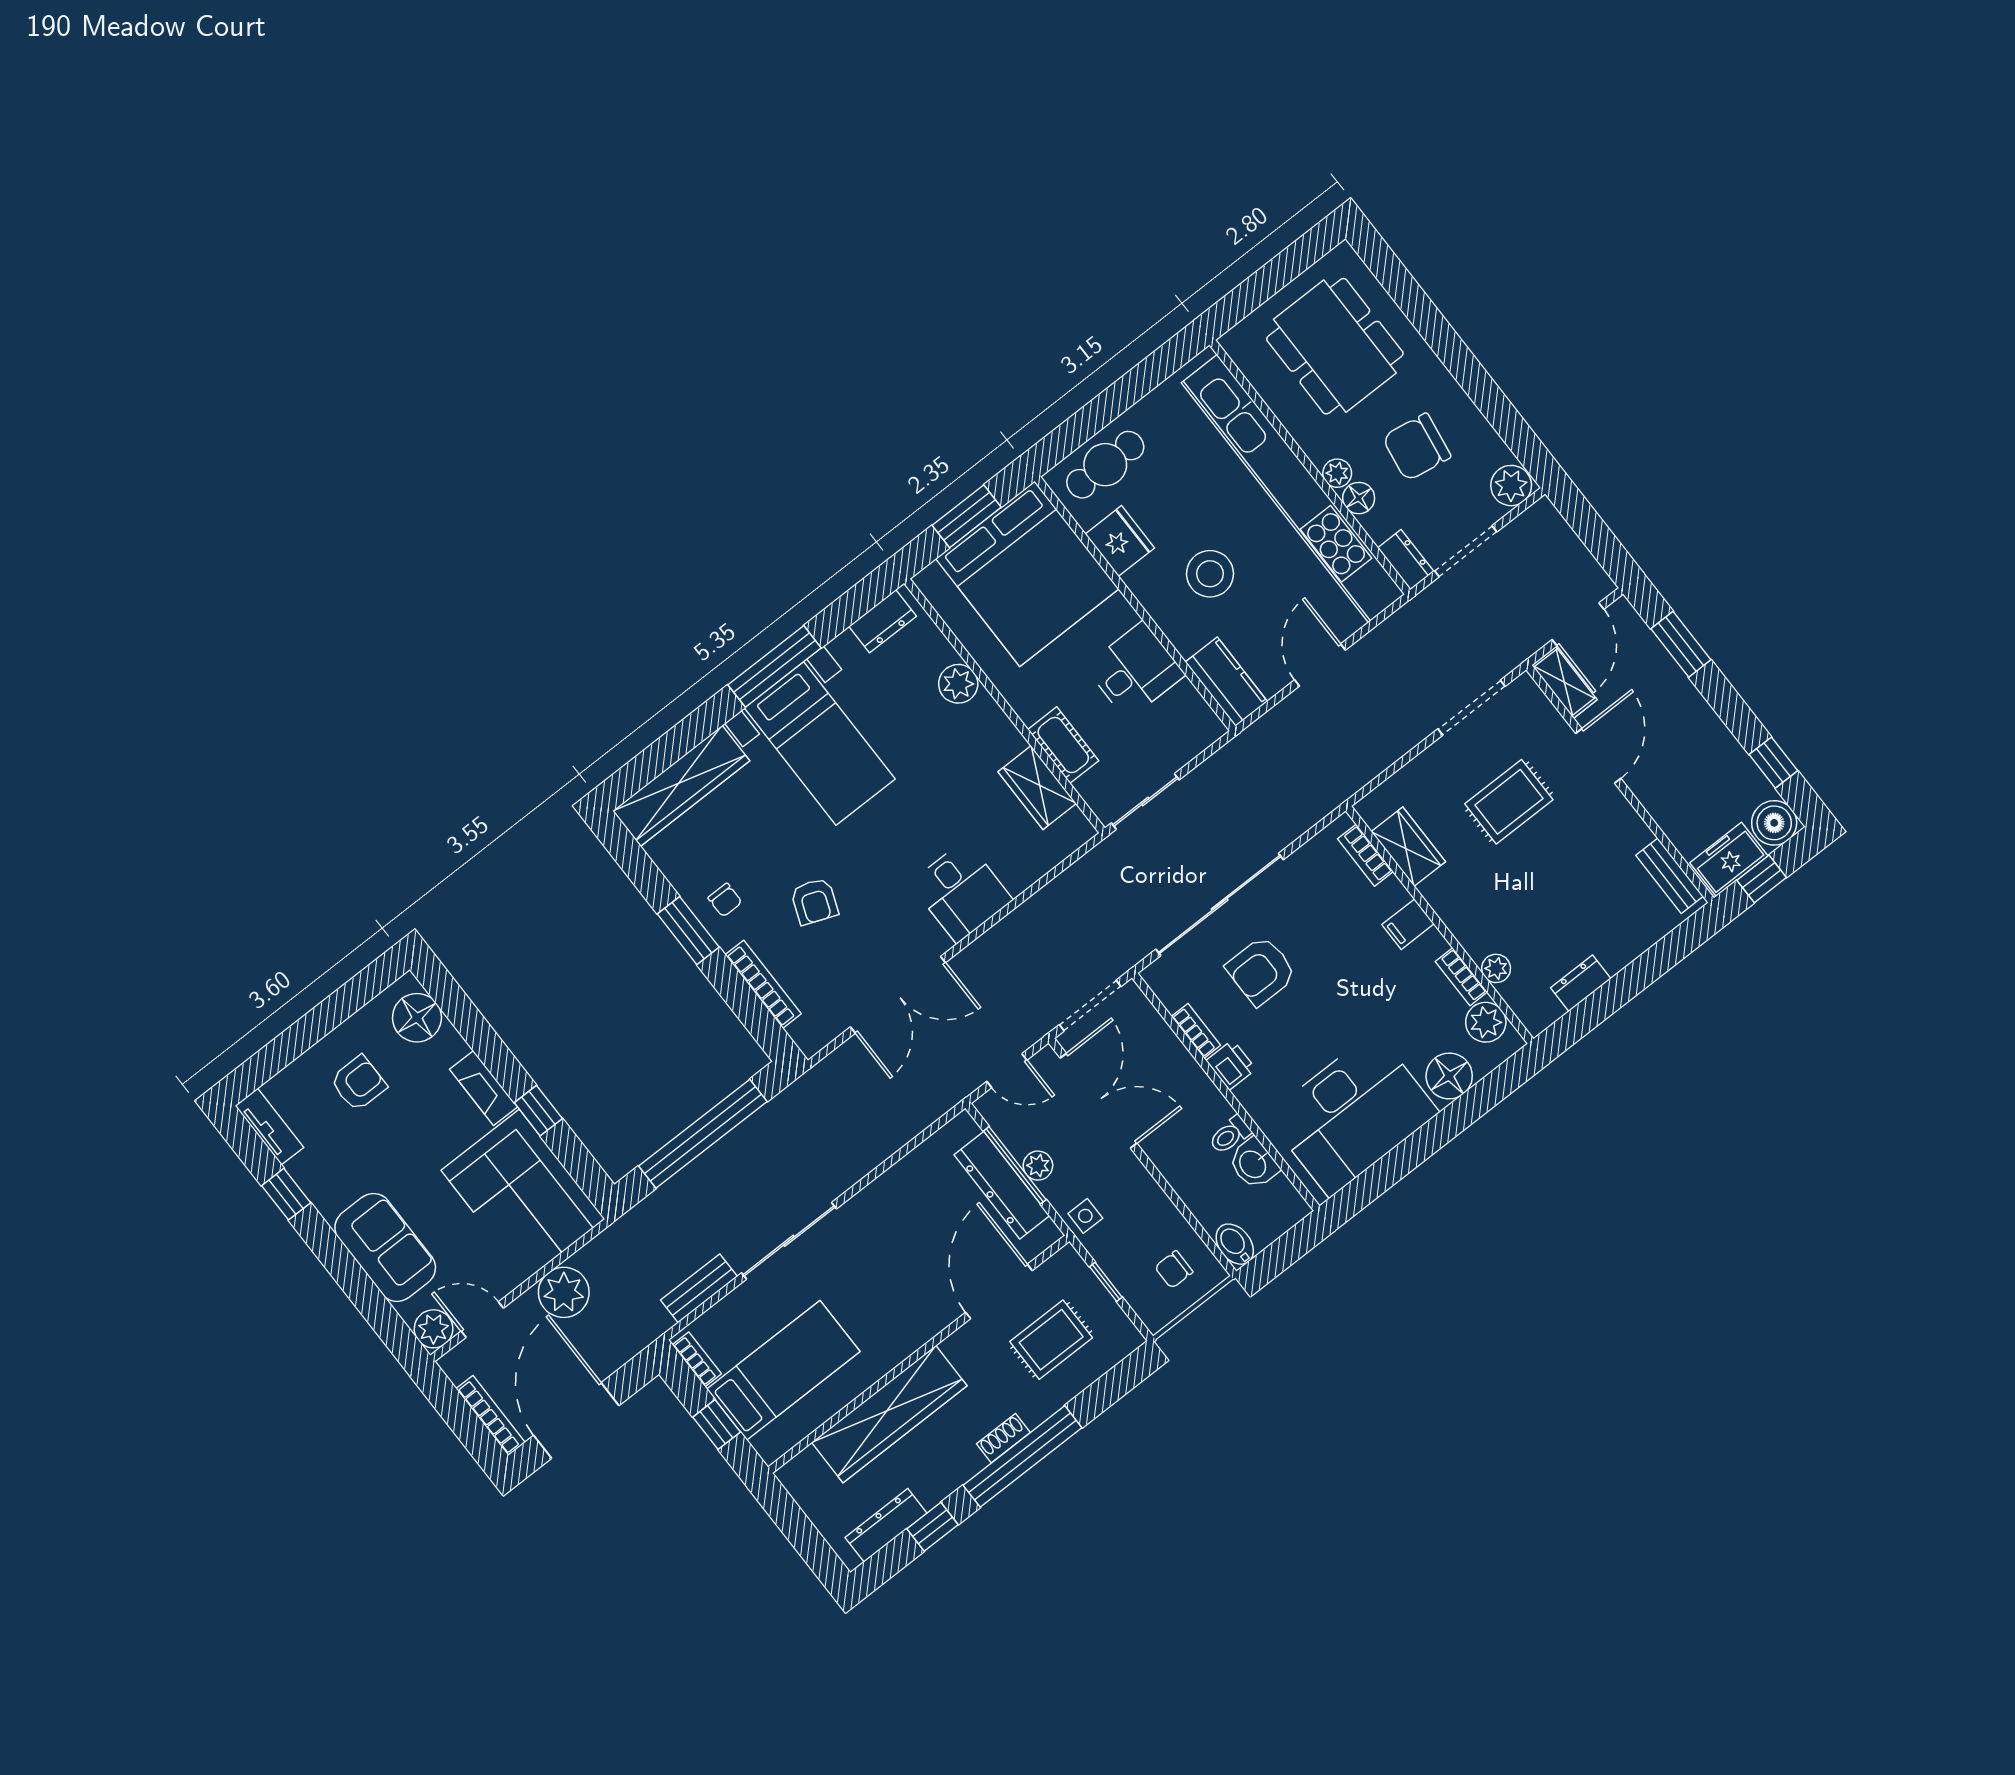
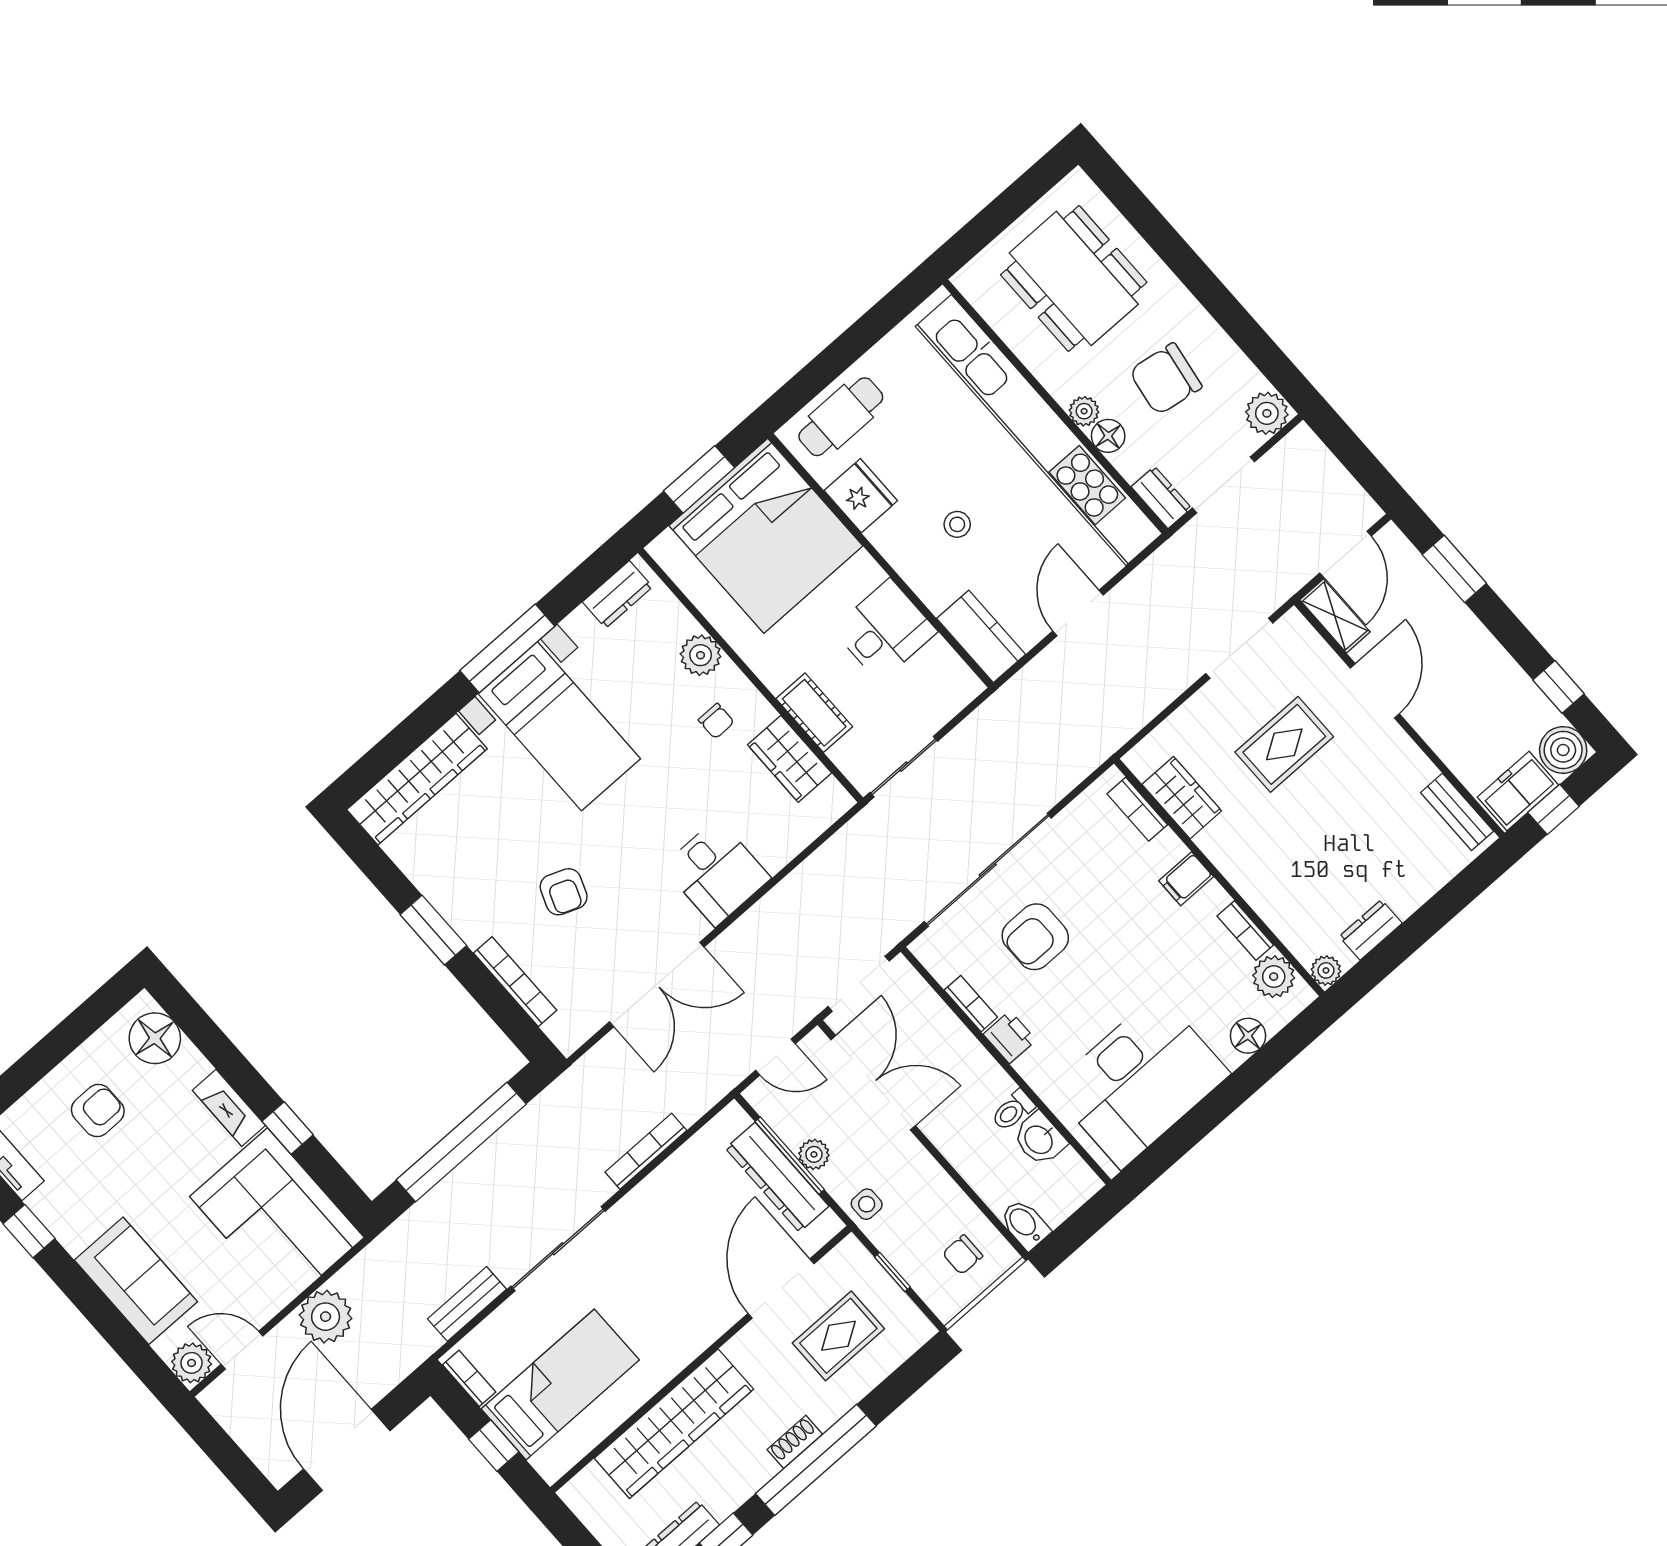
stool: (1210, 574) -> (957, 524), width x0.53, depth x0.53
chair: (725, 900) -> (716, 721), moved
plant: (1496, 968) -> (1326, 970), moved
floor lamp: (1449, 1076) -> (1248, 1036), width x0.73, depth x0.73
bookcase: (491, 1415) -> (646, 1151), moved, turned -90

